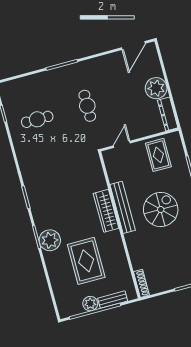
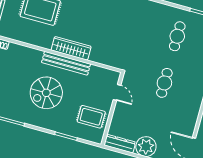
cafe table: (87, 106) -> (164, 83), turned 90
spiral stairs: (161, 209) -> (46, 93), turned 90

